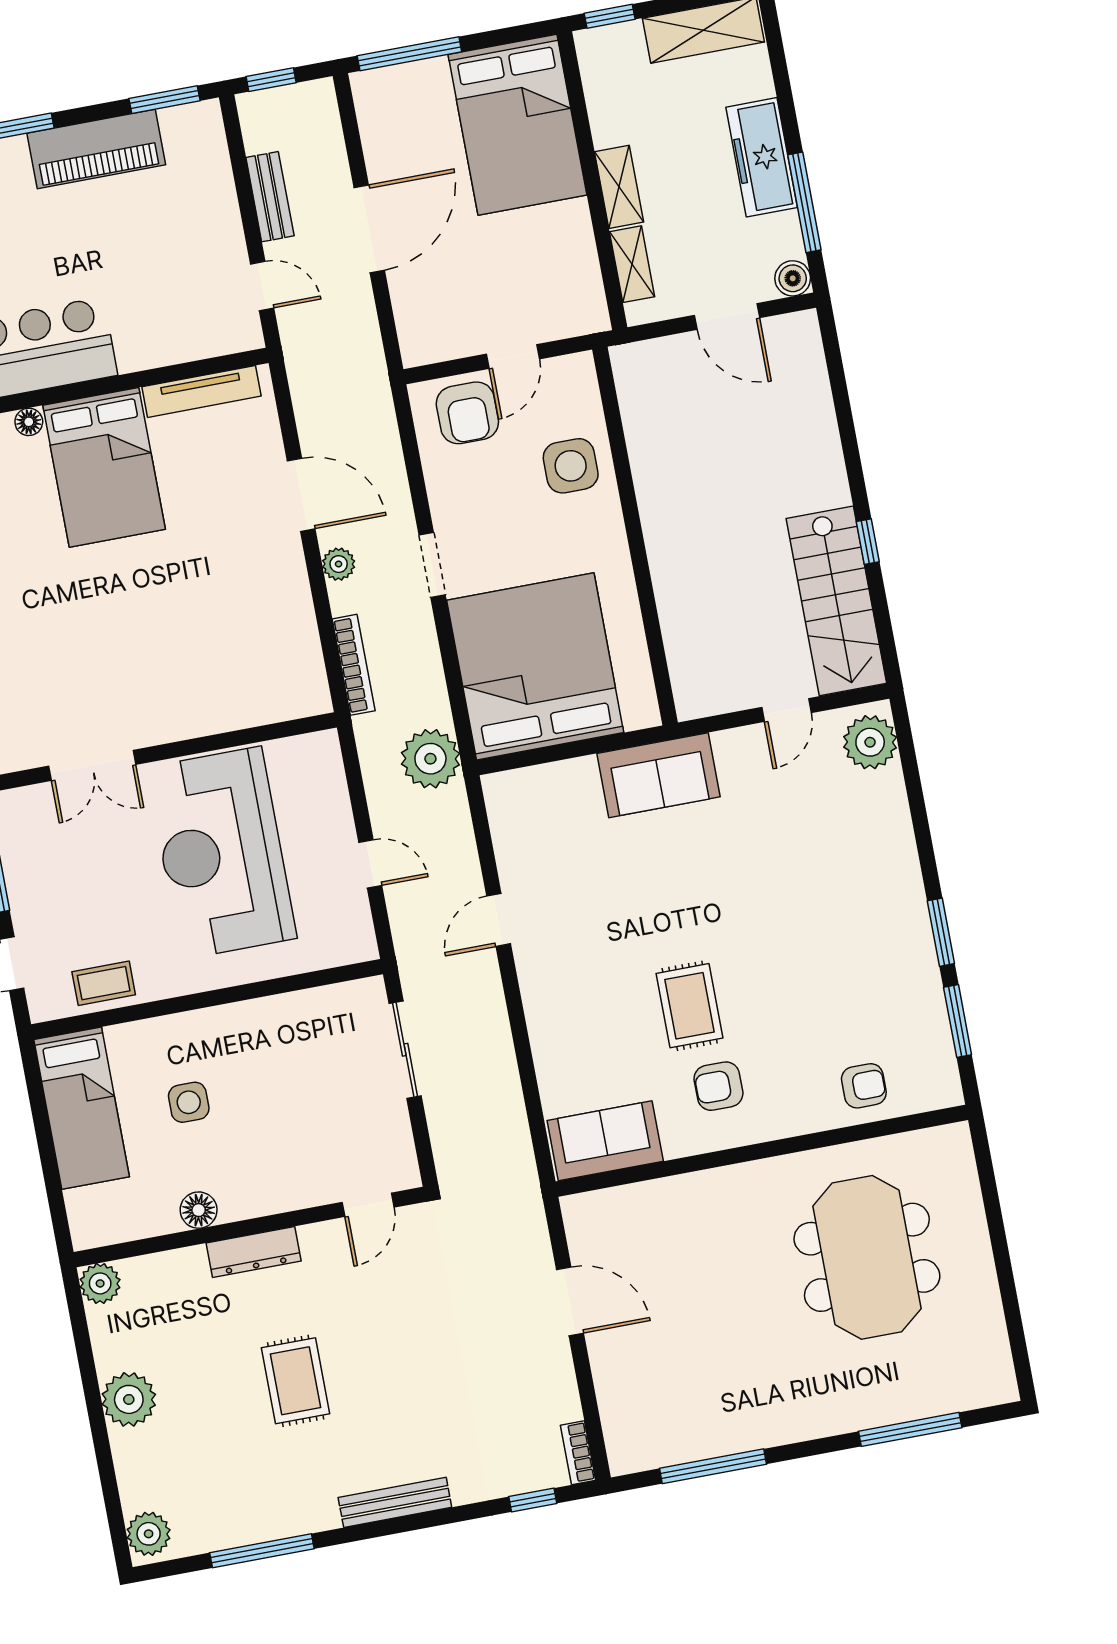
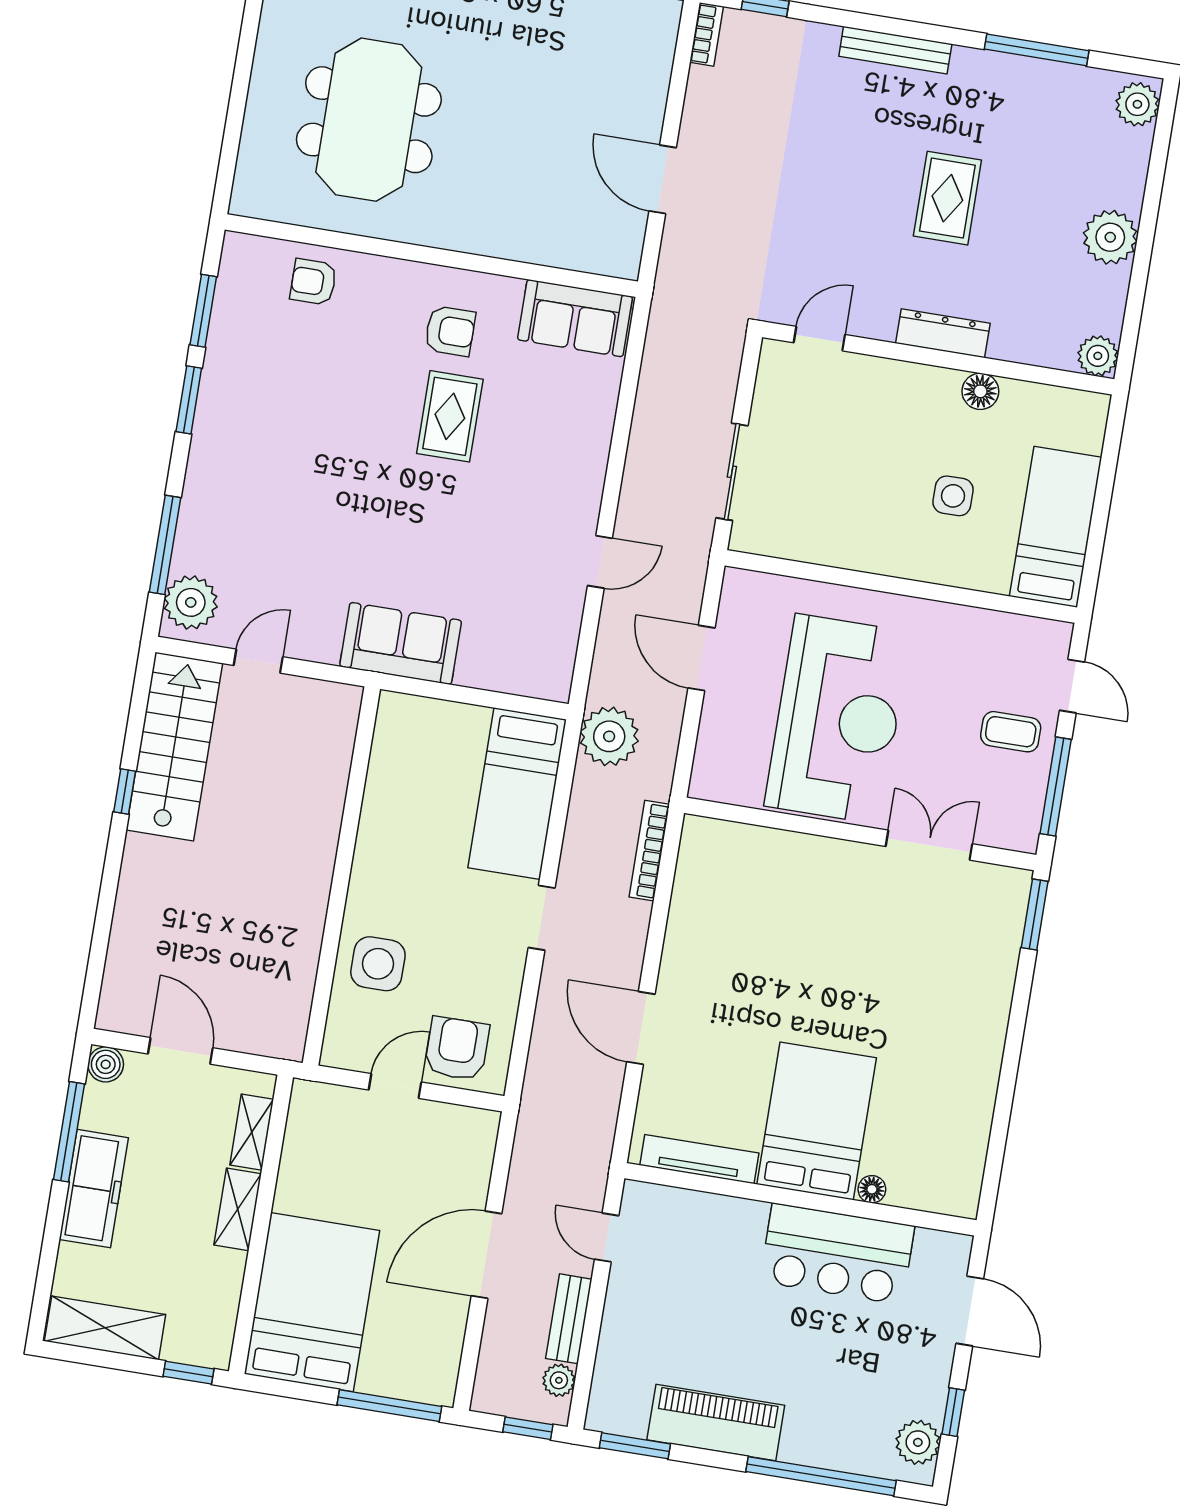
plant: (339, 564) -> (559, 1380), moved
bed: (535, 666) -> (517, 794), width x0.49
window: (914, 788) -> (165, 545), added
door: (370, 864) -> (701, 658), width x1.37
coffee table: (104, 983) -> (1011, 732), moved

